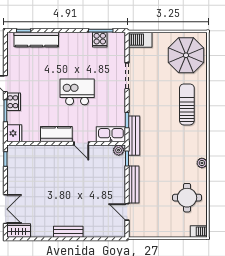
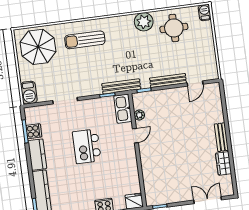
kitchen counter: (56, 134) -> (37, 155), moved, turned 180
plant: (119, 150) -> (139, 115), moved
plant: (202, 163) -> (144, 22), width x1.87, depth x1.87
wardrobe: (19, 230) -> (224, 163), moved

